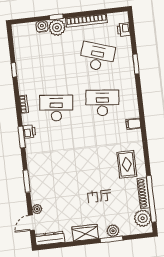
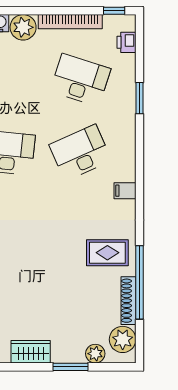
window: (56, 17) -> (114, 11), moved
desk: (102, 103) -> (80, 153), turned -30
rug: (127, 164) -> (107, 253), turned 90
window: (151, 199) -> (140, 282), moved
plant: (113, 231) -> (95, 354), moved

